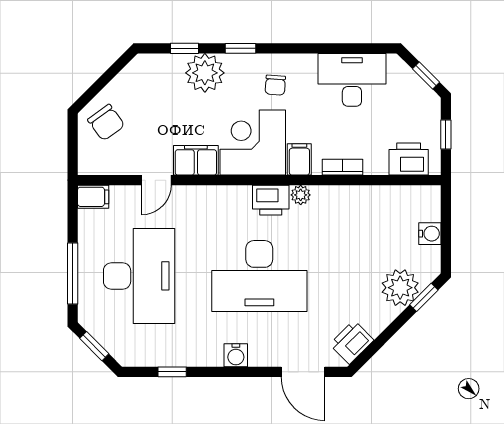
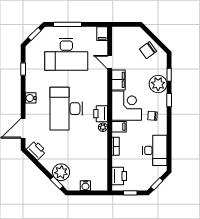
chair: (106, 123) -> (148, 50), moved

